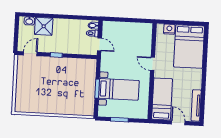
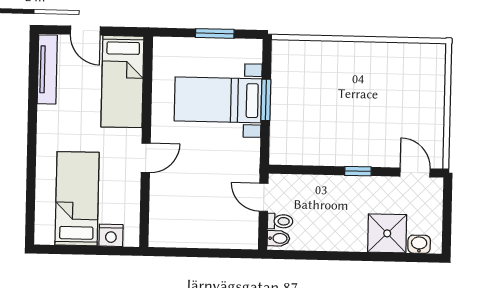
bed: (189, 47) -> (77, 199), width x0.67
door: (30, 54) -> (415, 172), swing flipped
door: (152, 64) -> (146, 158), hinge flipped

